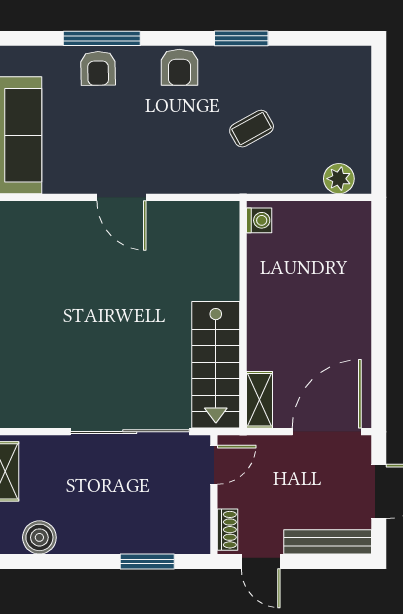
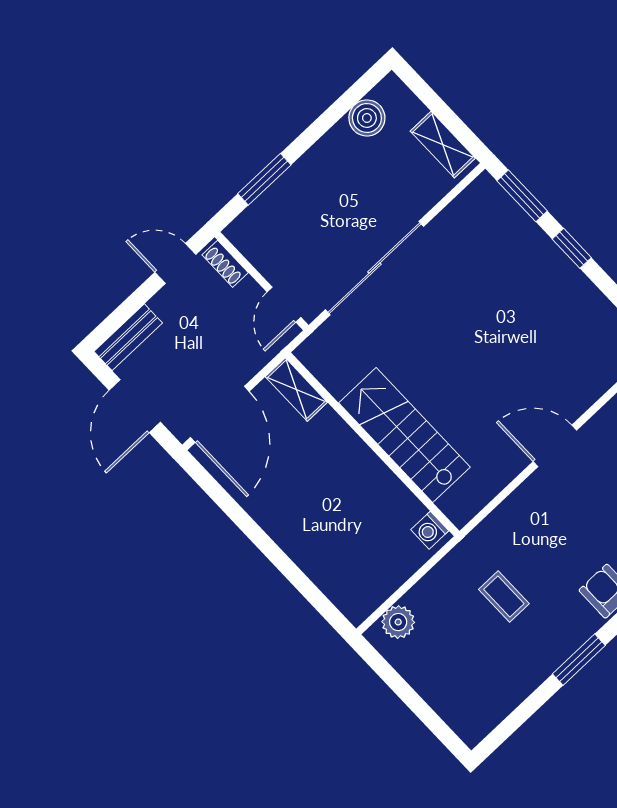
coffee table: (252, 129) -> (504, 596), turned -61
stairs: (216, 365) -> (404, 435), moved
bench: (328, 542) -> (128, 337), width x0.73

